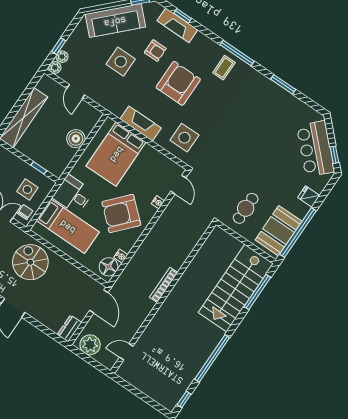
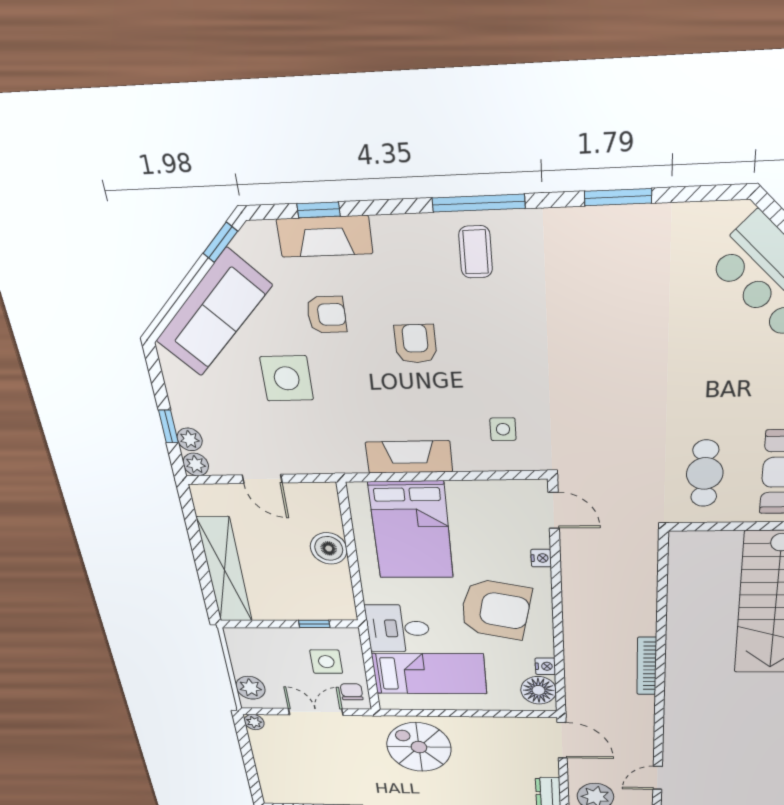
armchair: (178, 83) -> (416, 344), width x0.53, depth x0.53
side table: (184, 138) -> (503, 429), width x0.54, depth x0.54
armchair: (121, 214) -> (495, 609), turned -120

